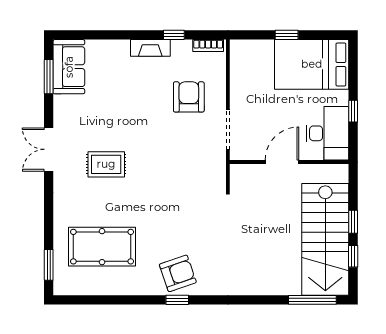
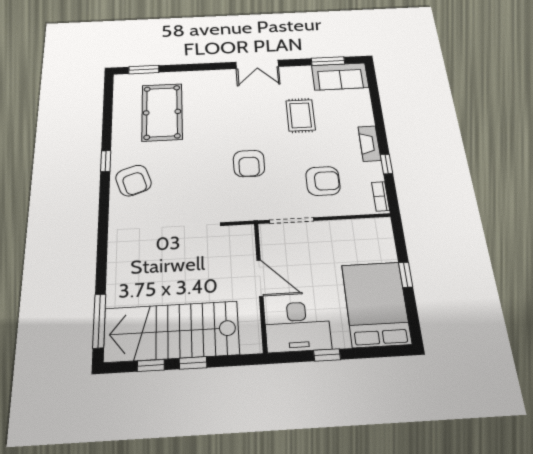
double door: (49, 149) -> (257, 64), swing flipped
rug: (106, 164) -> (301, 115), moved
armchair: (166, 165) -> (249, 163), added
window: (177, 300) -> (106, 161), moved

